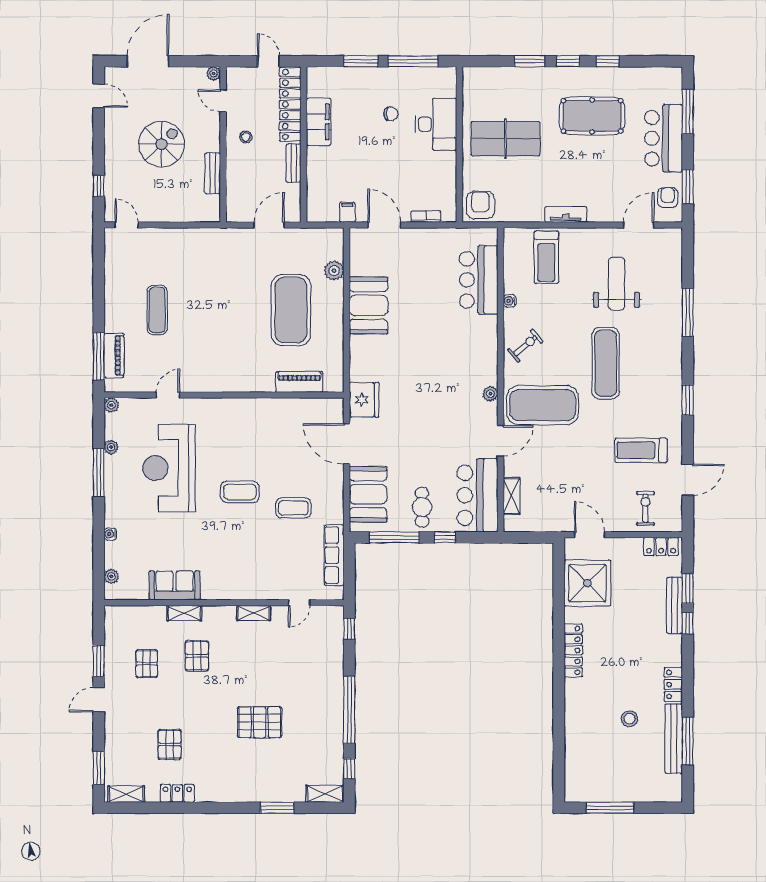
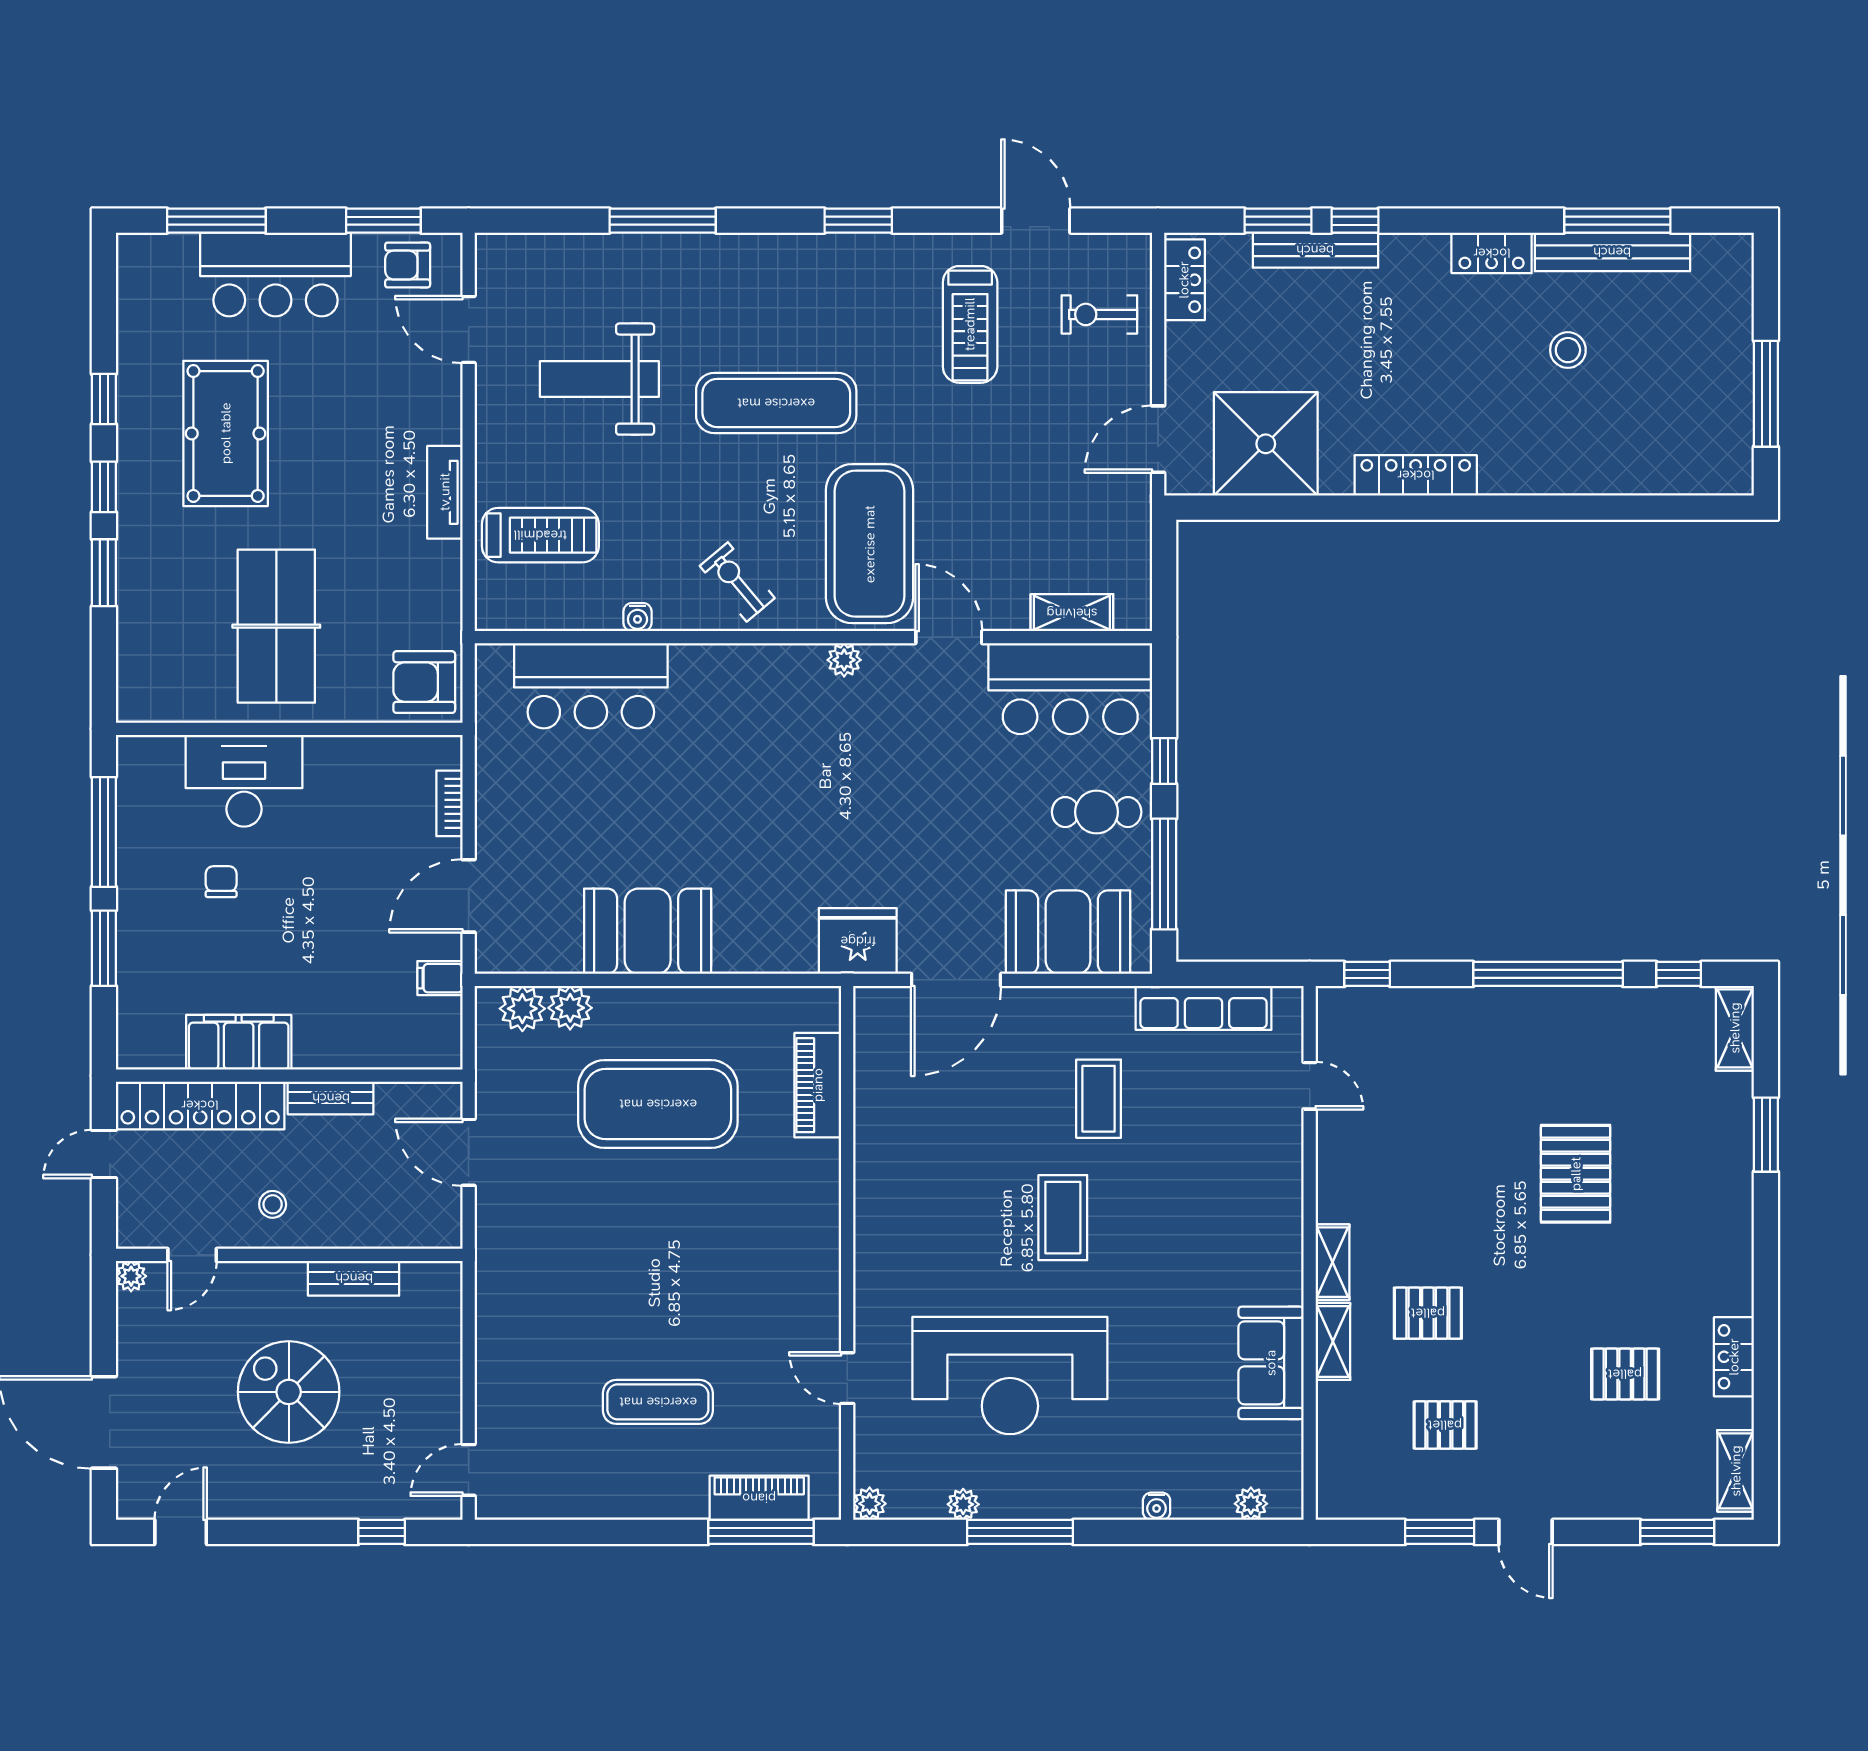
plant: (334, 249) -> (522, 1009), added
shelving: (254, 613) -> (1332, 1262), moved

